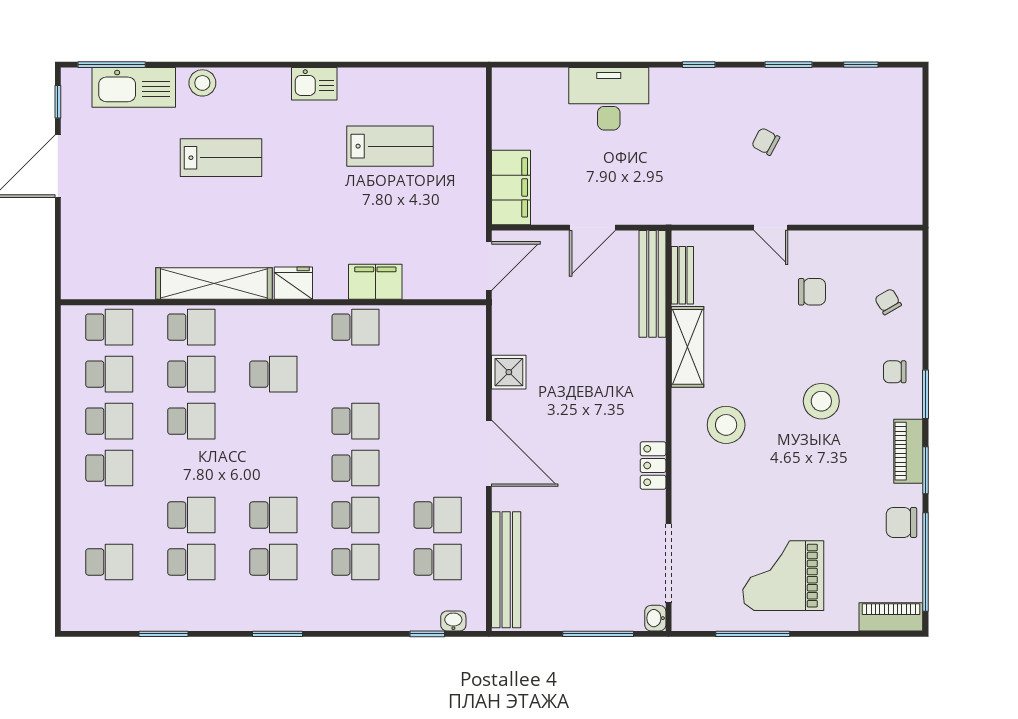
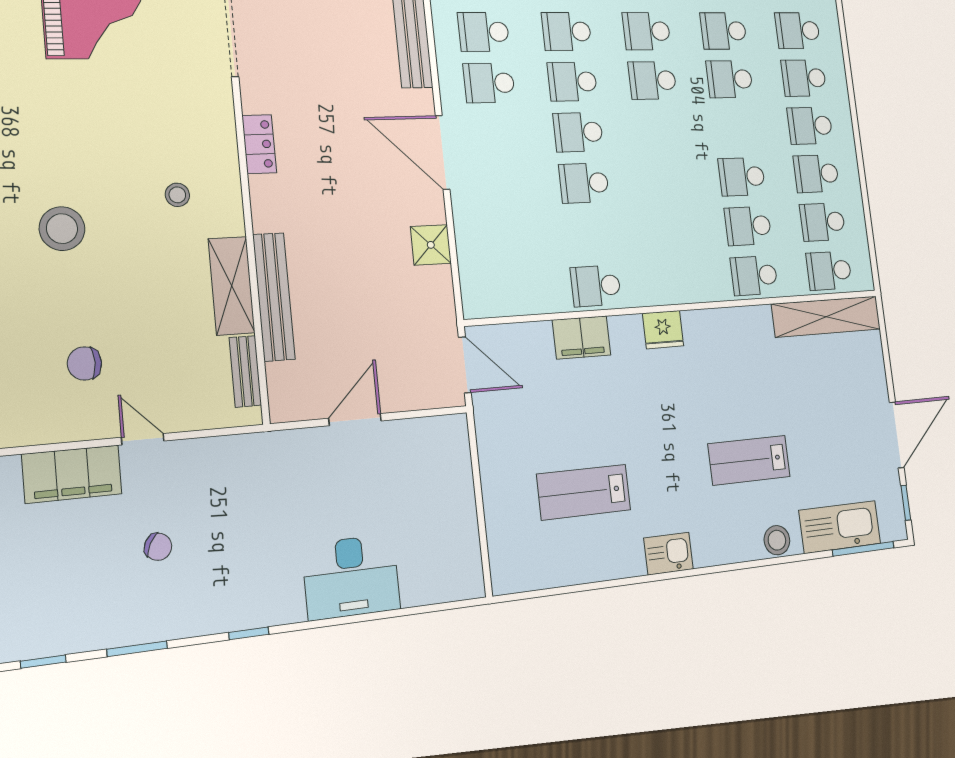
filing cabinet: (511, 187) -> (72, 474), moved, turned -90
door: (489, 266) -> (465, 365), swing flipped
shelving: (214, 284) -> (826, 317), moved
bench: (652, 284) -> (274, 297), moved
school desk: (273, 374) -> (804, 78), moved
stool: (726, 425) -> (177, 195), width x0.53, depth x0.53

